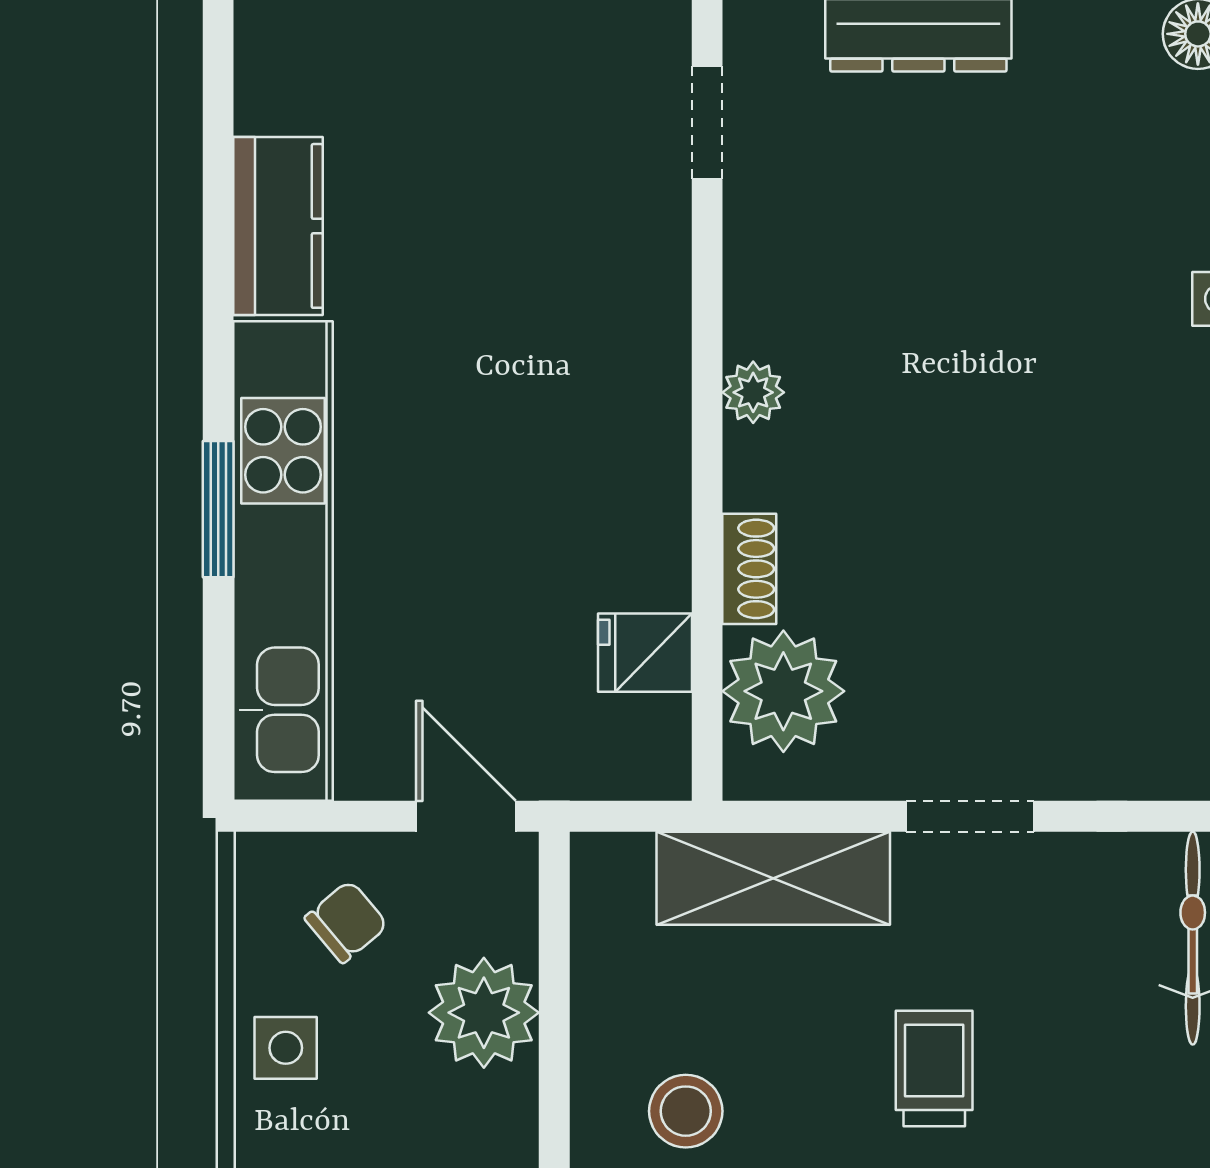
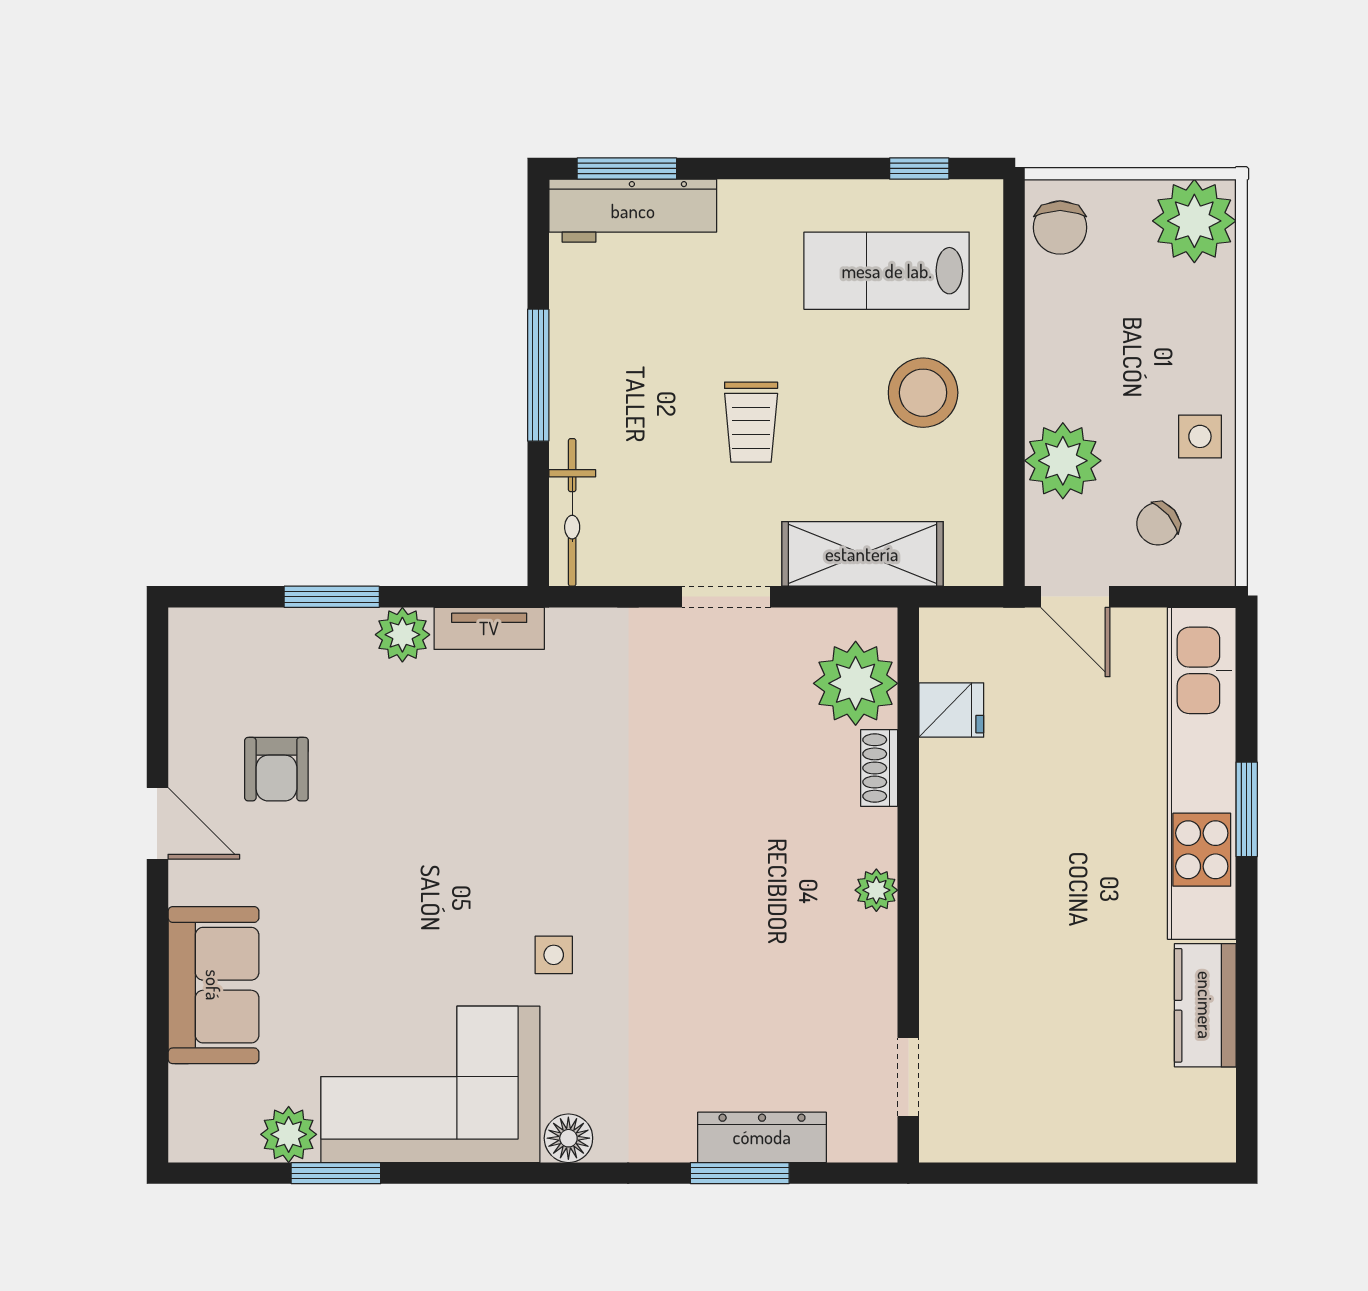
stool: (686, 1111) -> (923, 393), width x1.38, depth x1.38

